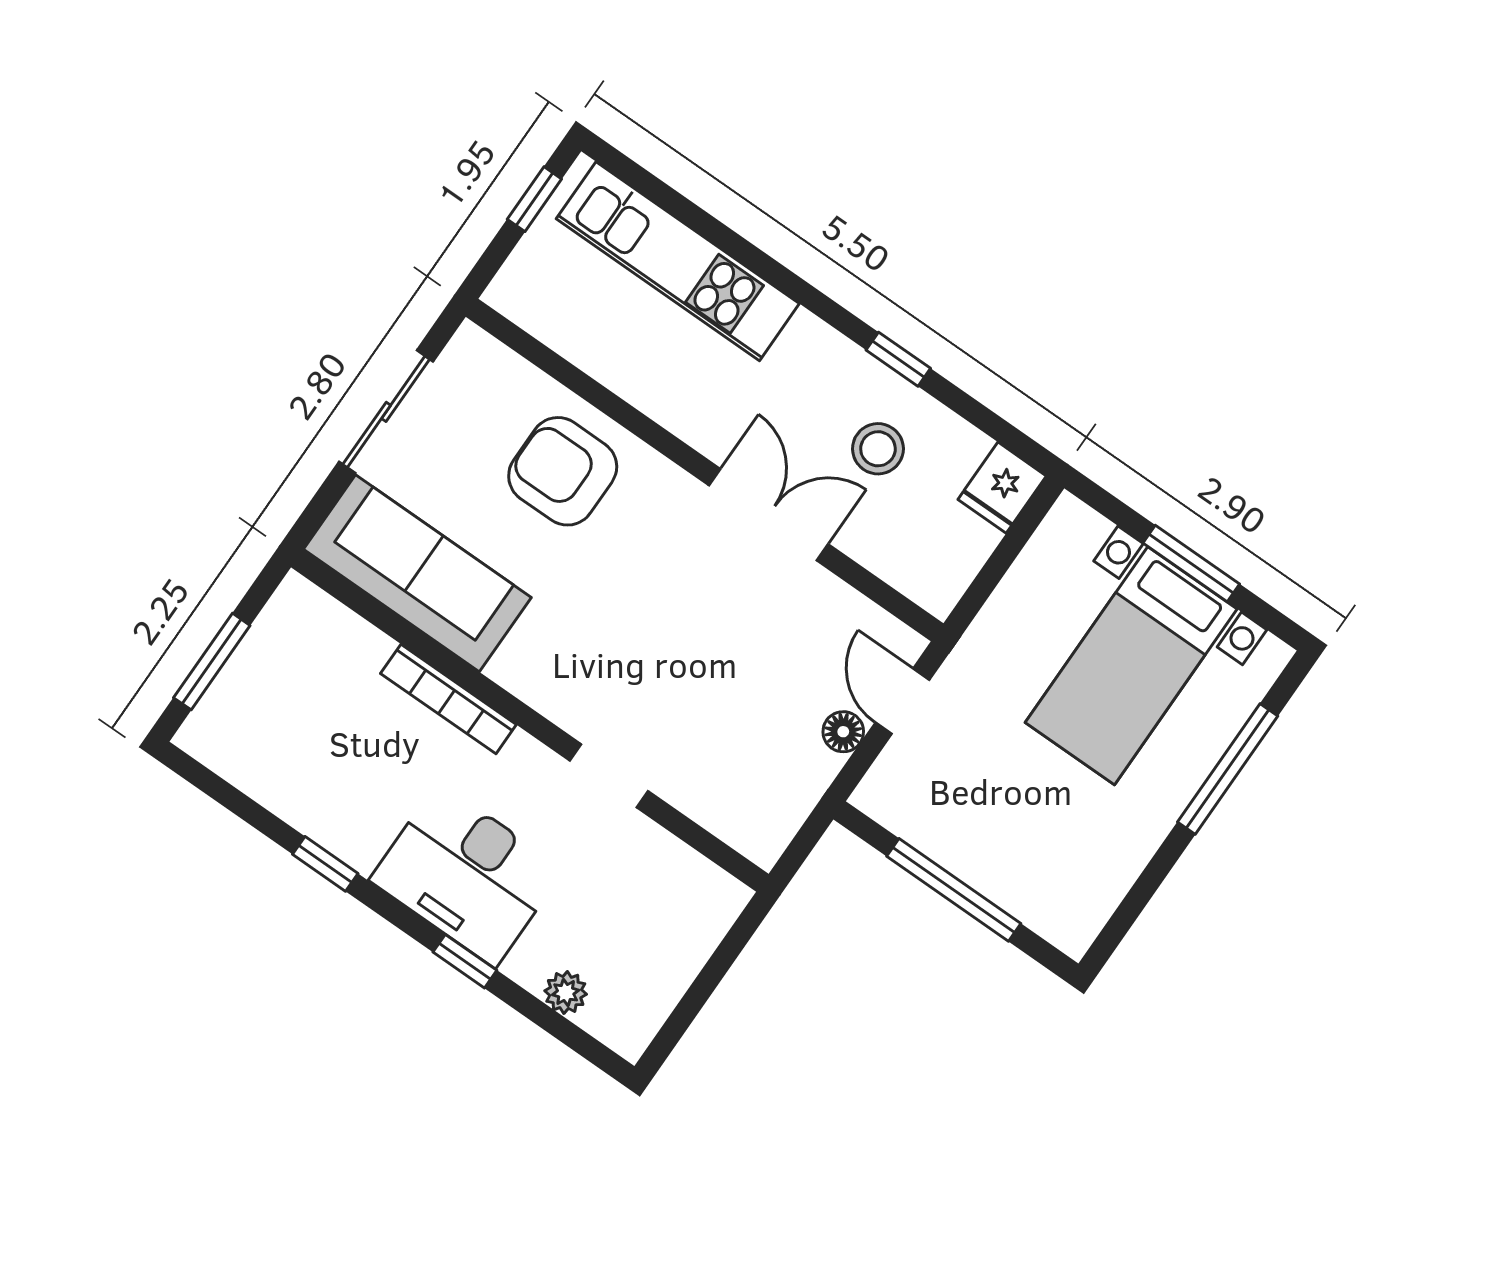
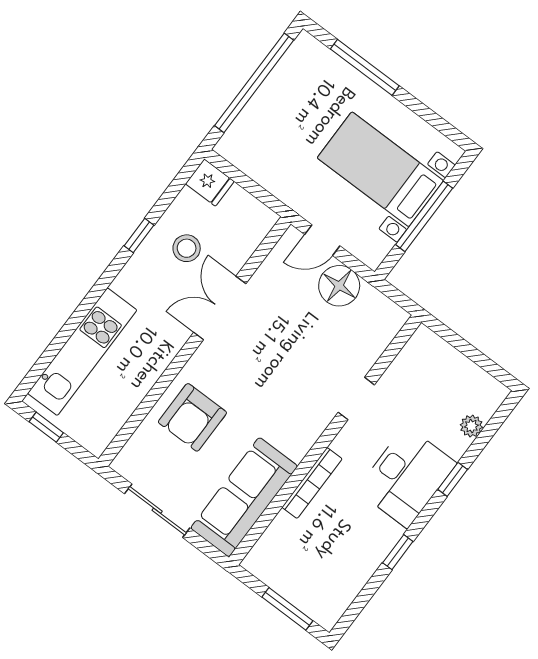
window: (1191, 564) -> (254, 83), width x2.11
bed with nightstands: (1131, 666) -> (380, 169), moved, turned 180
floor lamp: (843, 732) -> (339, 286), width x1.89, depth x1.89

